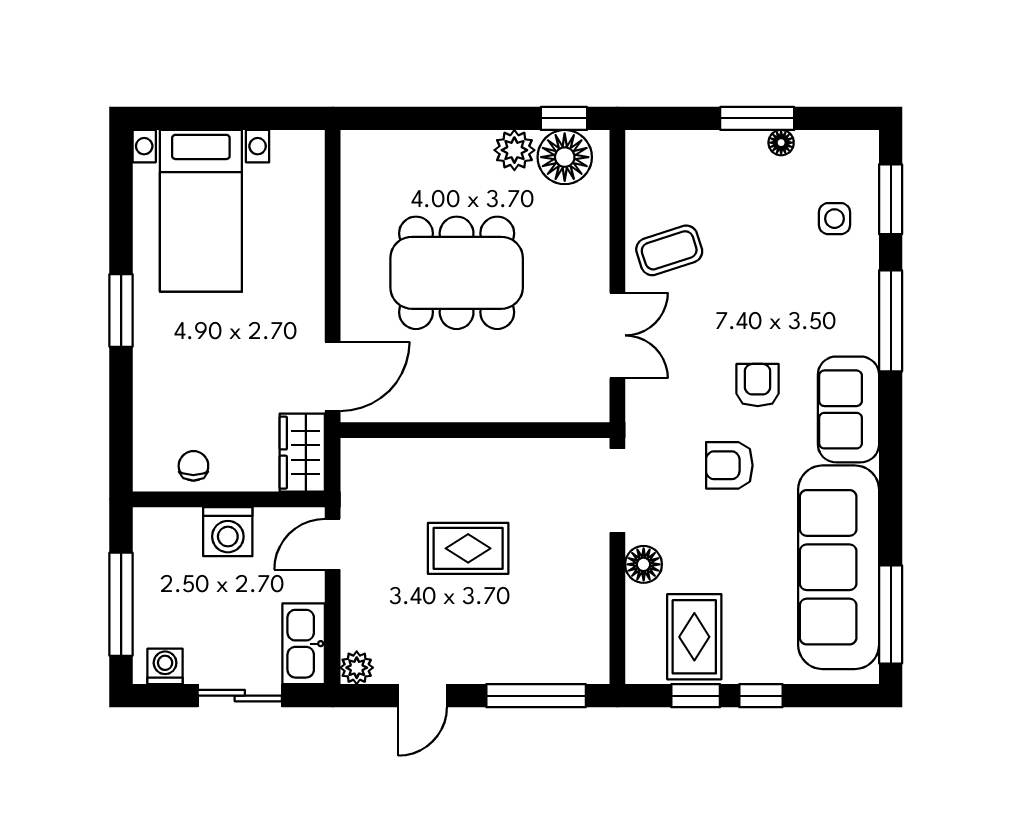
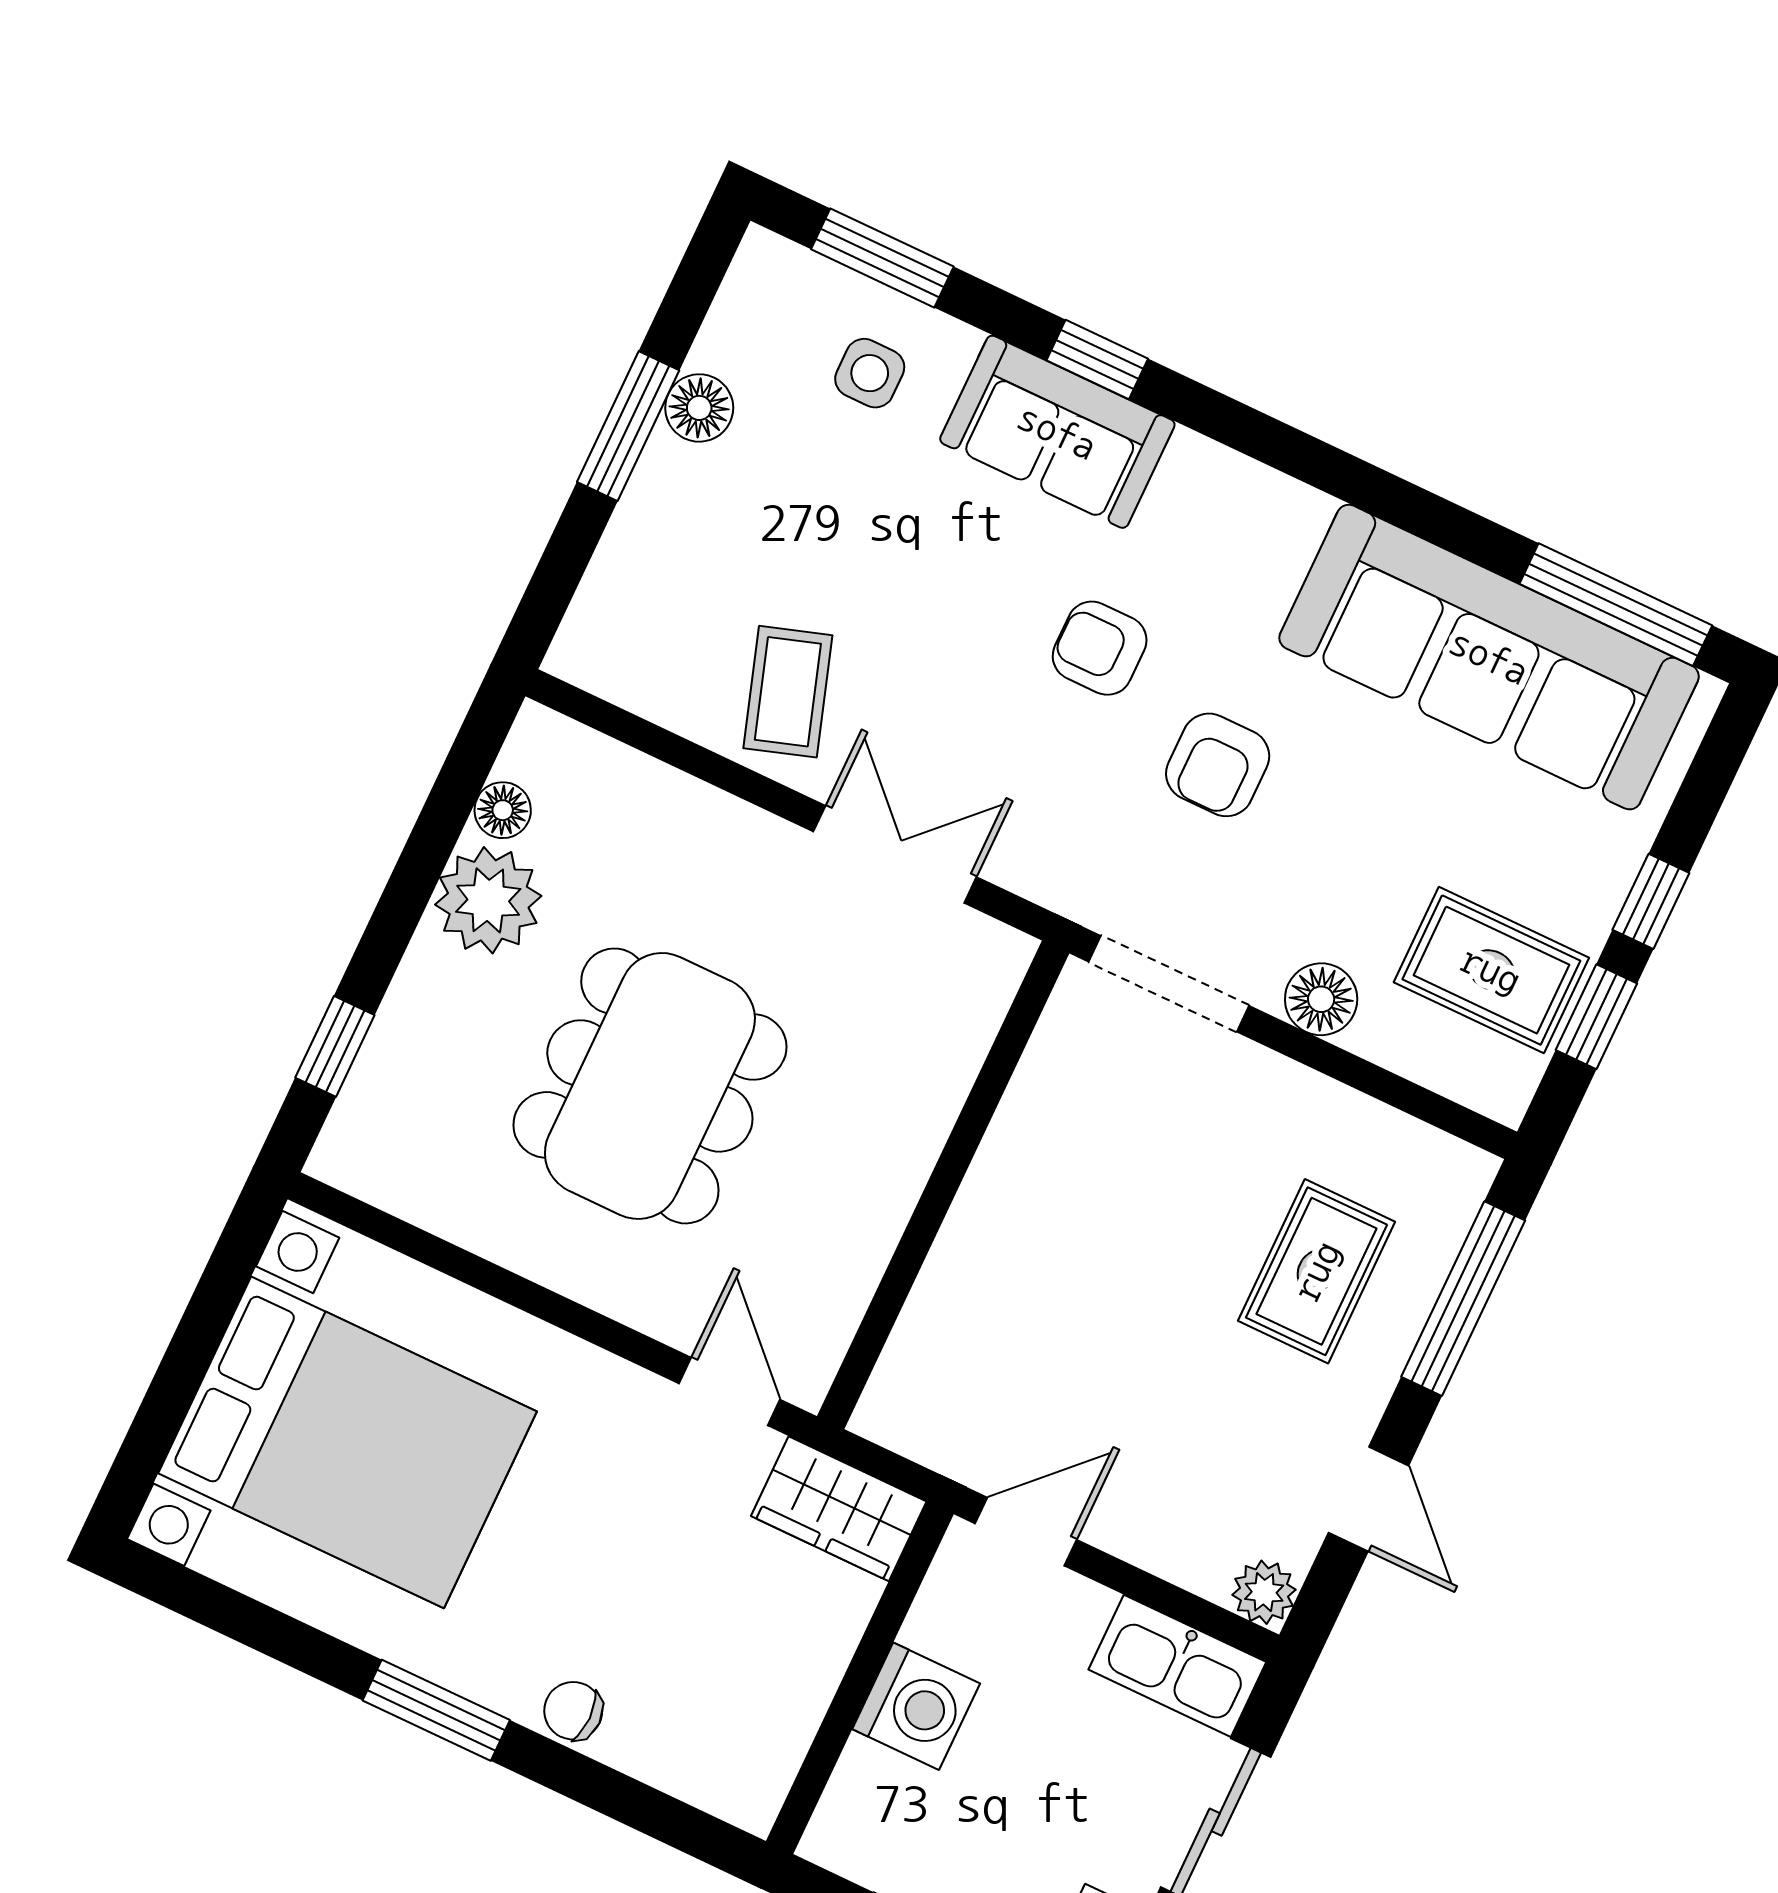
window: (564, 118) -> (335, 1046), moved
floor lamp: (781, 143) -> (699, 408), width x1.37, depth x1.37
plant: (514, 150) -> (488, 900), width x1.36, depth x1.36
floor lamp: (565, 157) -> (503, 810), width x0.53, depth x0.53
bed with nightstands: (201, 211) -> (347, 1442), width x1.36
window: (891, 321) -> (1097, 360), width x0.46
door: (333, 376) -> (730, 1392), width x0.73
sofa: (848, 409) -> (1057, 432), moved
chair: (193, 466) -> (573, 1711), moved
door: (333, 544) -> (1026, 1532), swing flipped
rug: (468, 548) -> (1317, 1271), moved

